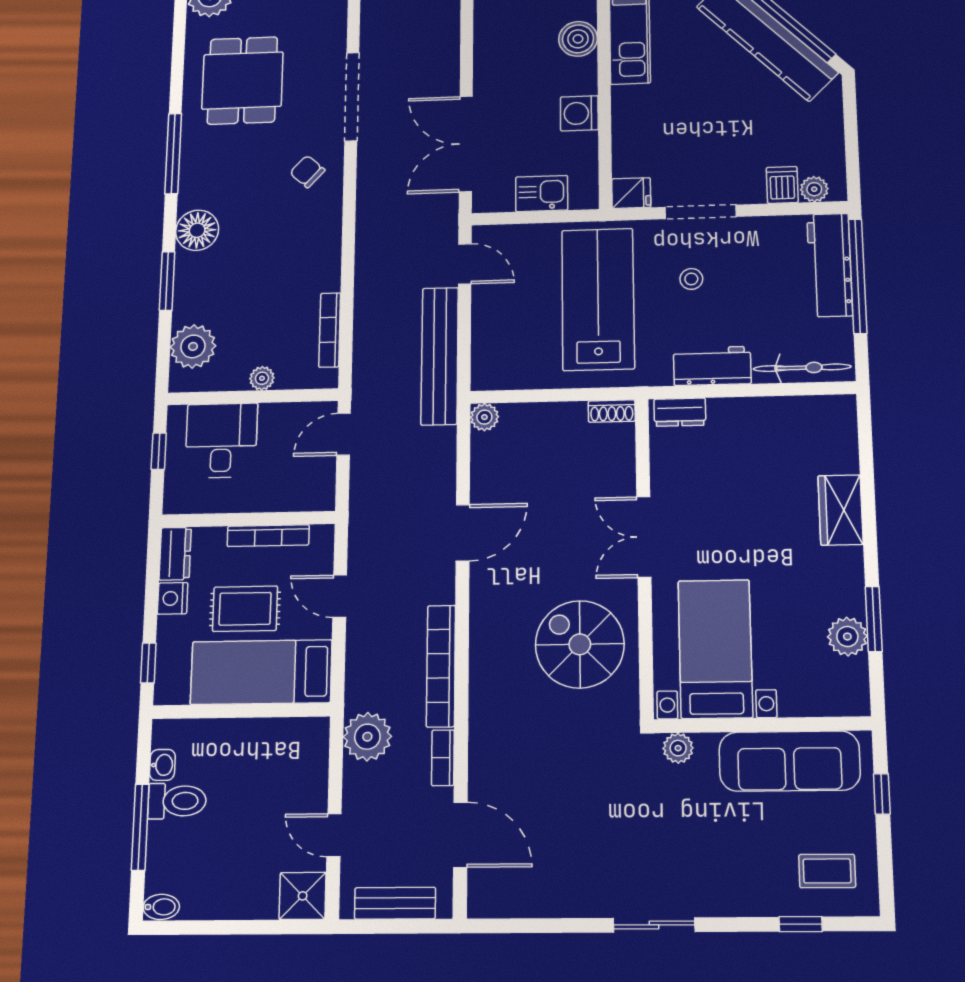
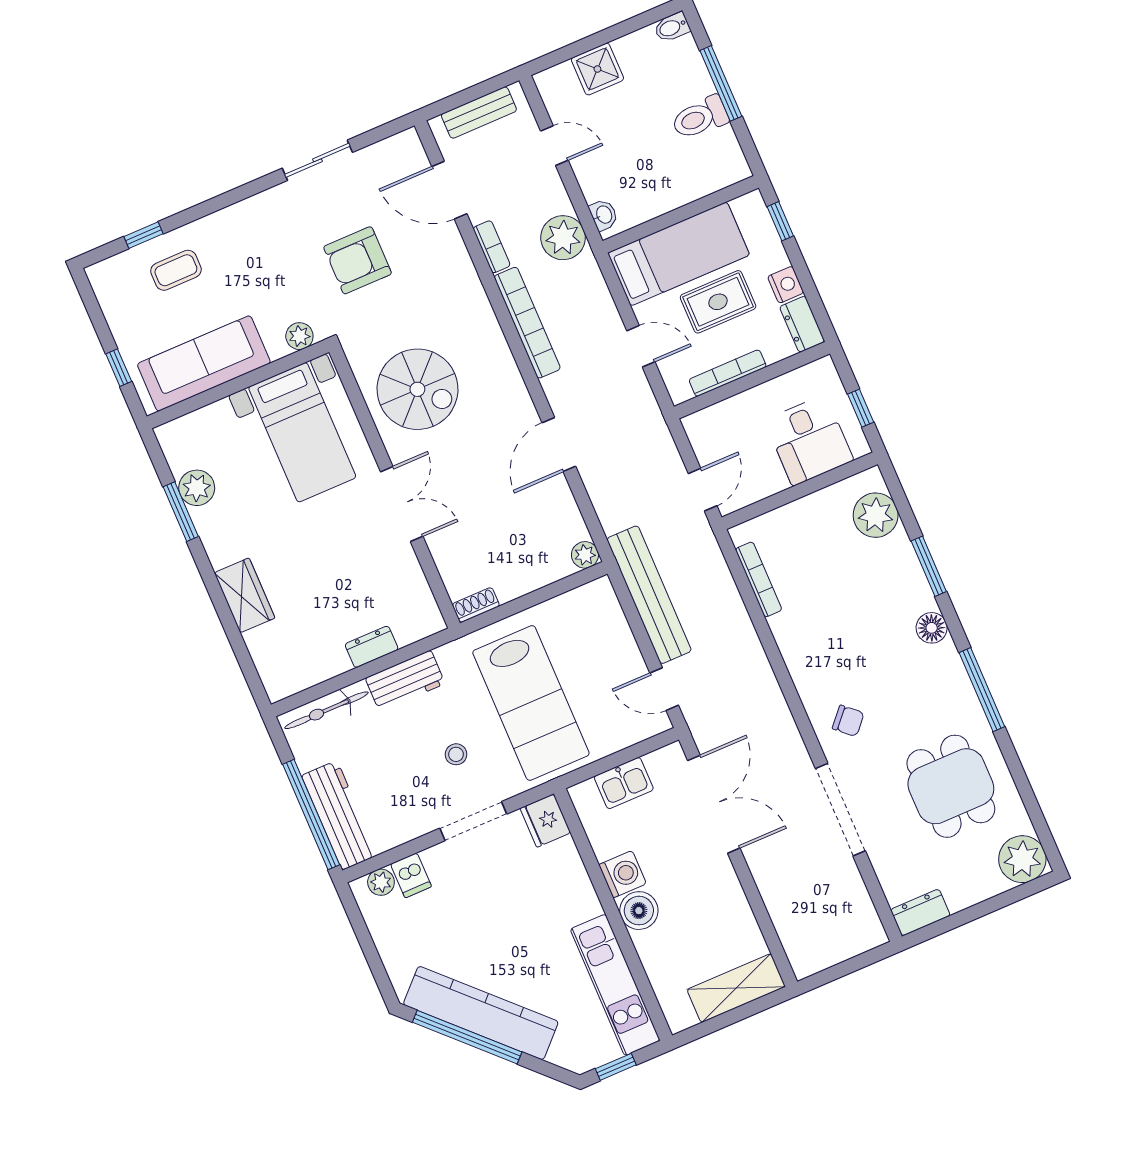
boiler: (578, 39) -> (639, 911), moved
fridge: (631, 193) -> (545, 820), width x1.38
floor lamp: (197, 230) -> (932, 628), width x0.73, depth x0.73
plant: (262, 378) -> (799, 511), removed
dresser: (680, 412) -> (372, 647), moved
washbasin: (162, 765) -> (604, 215), moved, turned 180
armchair: (586, 802) -> (358, 260), added
coffee table: (827, 871) -> (176, 270), moved
shower: (303, 896) -> (597, 69), moved
sliding door: (654, 925) -> (317, 160), moved

